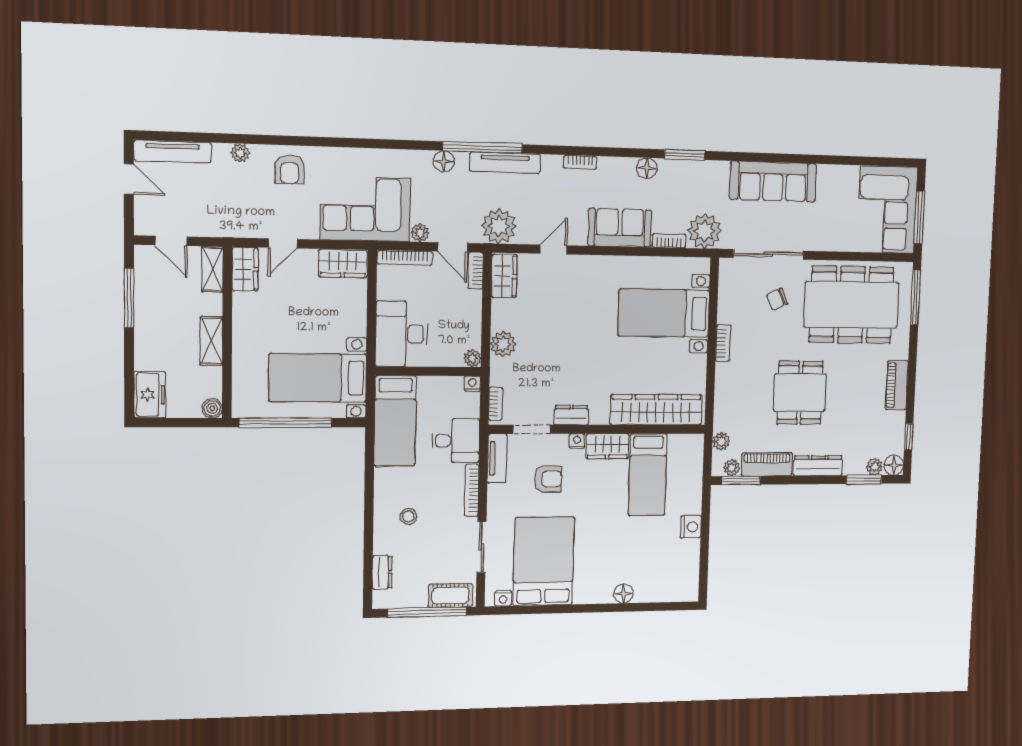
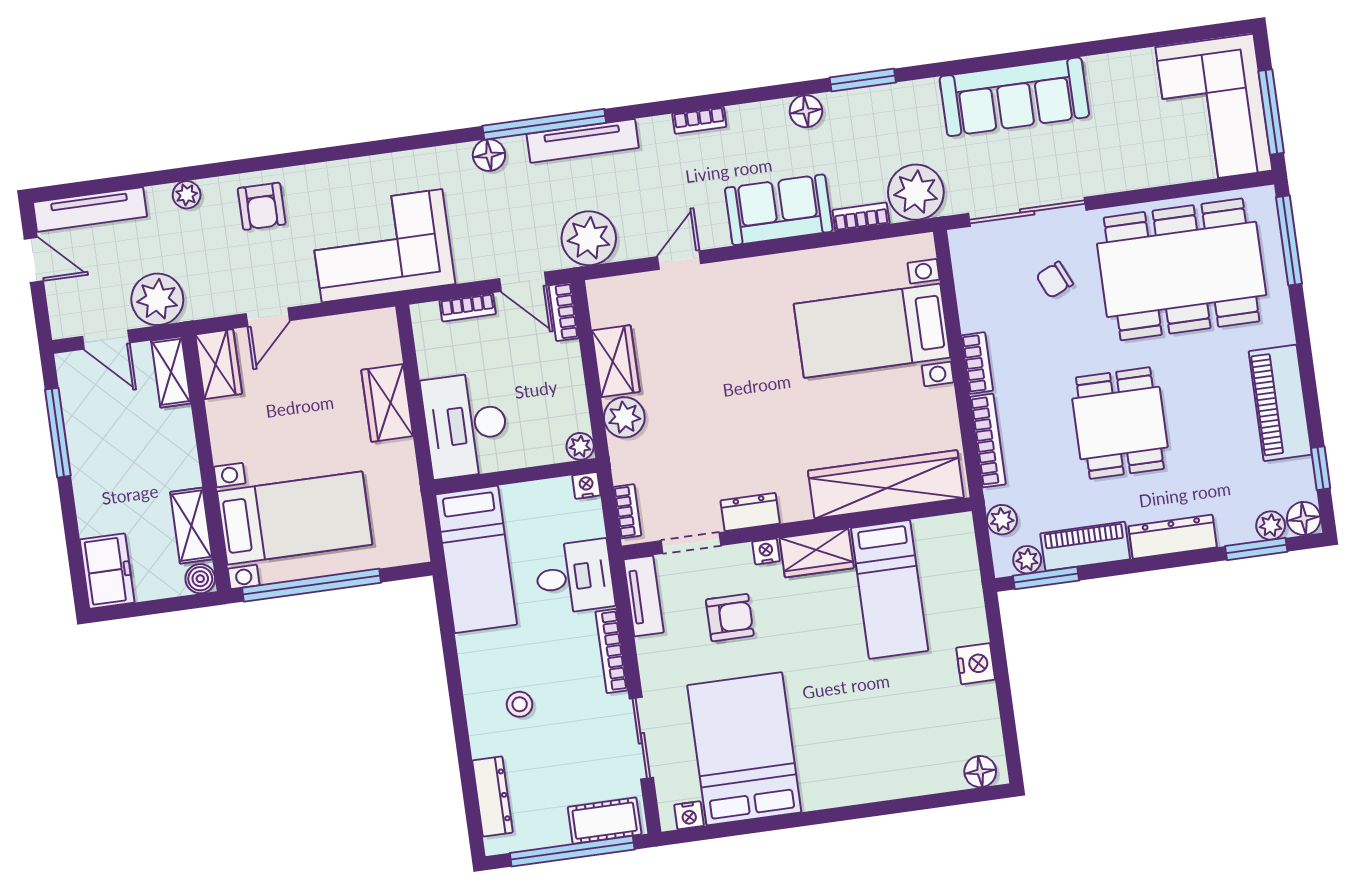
plant: (420, 233) -> (157, 299), moved, width x1.88, depth x1.88
bookcase: (405, 258) -> (468, 307), width x0.64
wardrobe: (343, 263) -> (387, 403), moved, turned 90
wardrobe: (504, 276) -> (616, 361), moved
shelving: (211, 341) -> (191, 526), moved
bed with nightstands: (318, 378) -> (295, 518), moved, turned 180
piano: (897, 385) -> (1280, 403), width x1.37, depth x1.33
bookcase: (721, 392) -> (988, 441), added
dresser: (382, 572) -> (492, 796), width x1.44
floor lamp: (623, 594) -> (980, 772), moved

